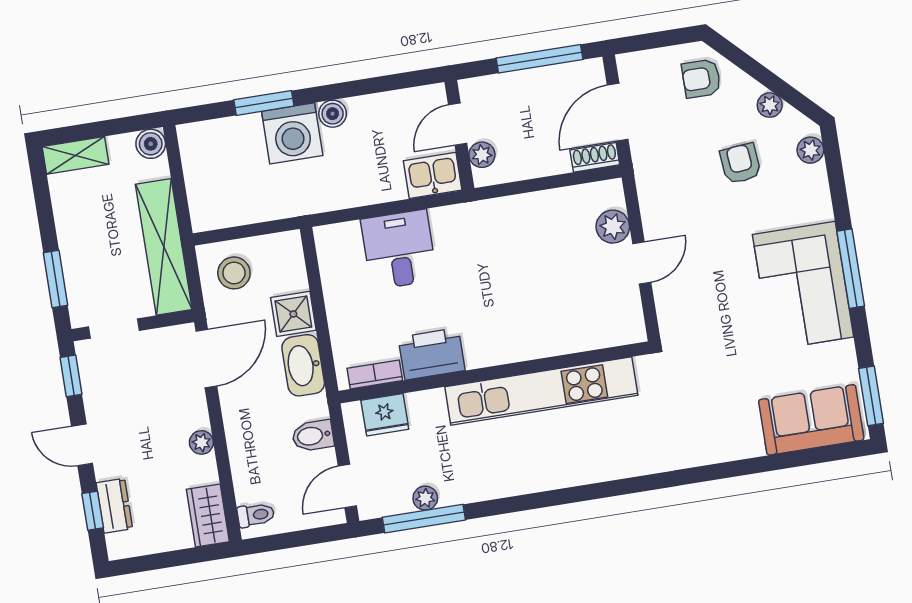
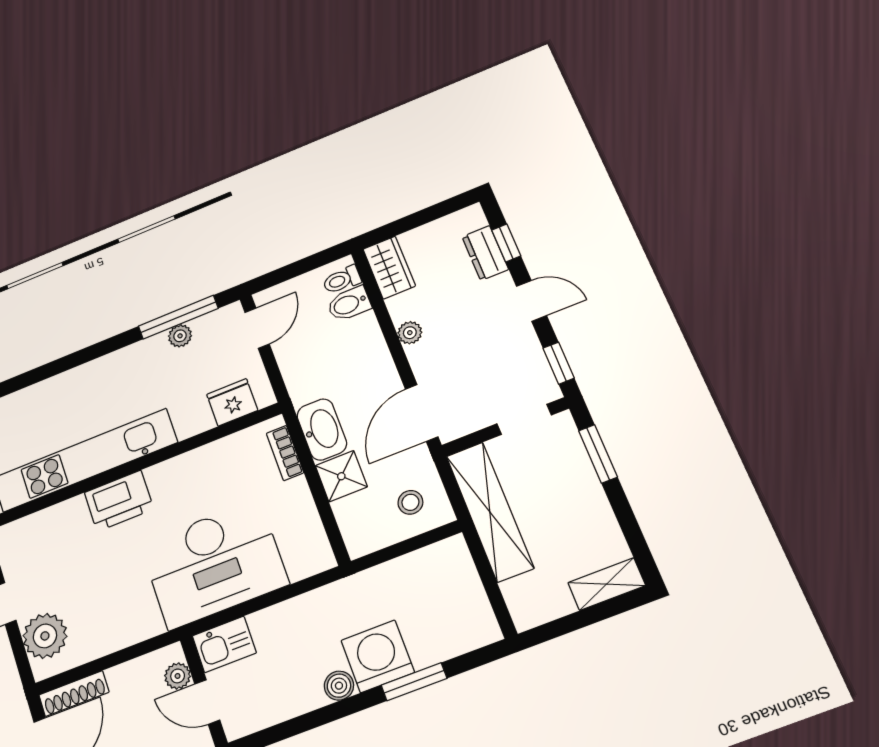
door: (458, 124) -> (207, 702), swing flipped
boiler: (151, 144) -> (527, 614), removed
shoe rack: (595, 157) -> (74, 694), width x1.43
plant: (613, 227) -> (45, 636), width x1.36, depth x1.36
desk: (399, 250) -> (214, 564), width x1.87, depth x1.30
stool: (234, 273) -> (410, 502), width x0.73, depth x0.73
printer: (432, 354) -> (119, 501), moved
bookcase: (375, 374) -> (285, 453), moved, turned 90
bidet: (313, 436) -> (349, 304), moved, turned 180

